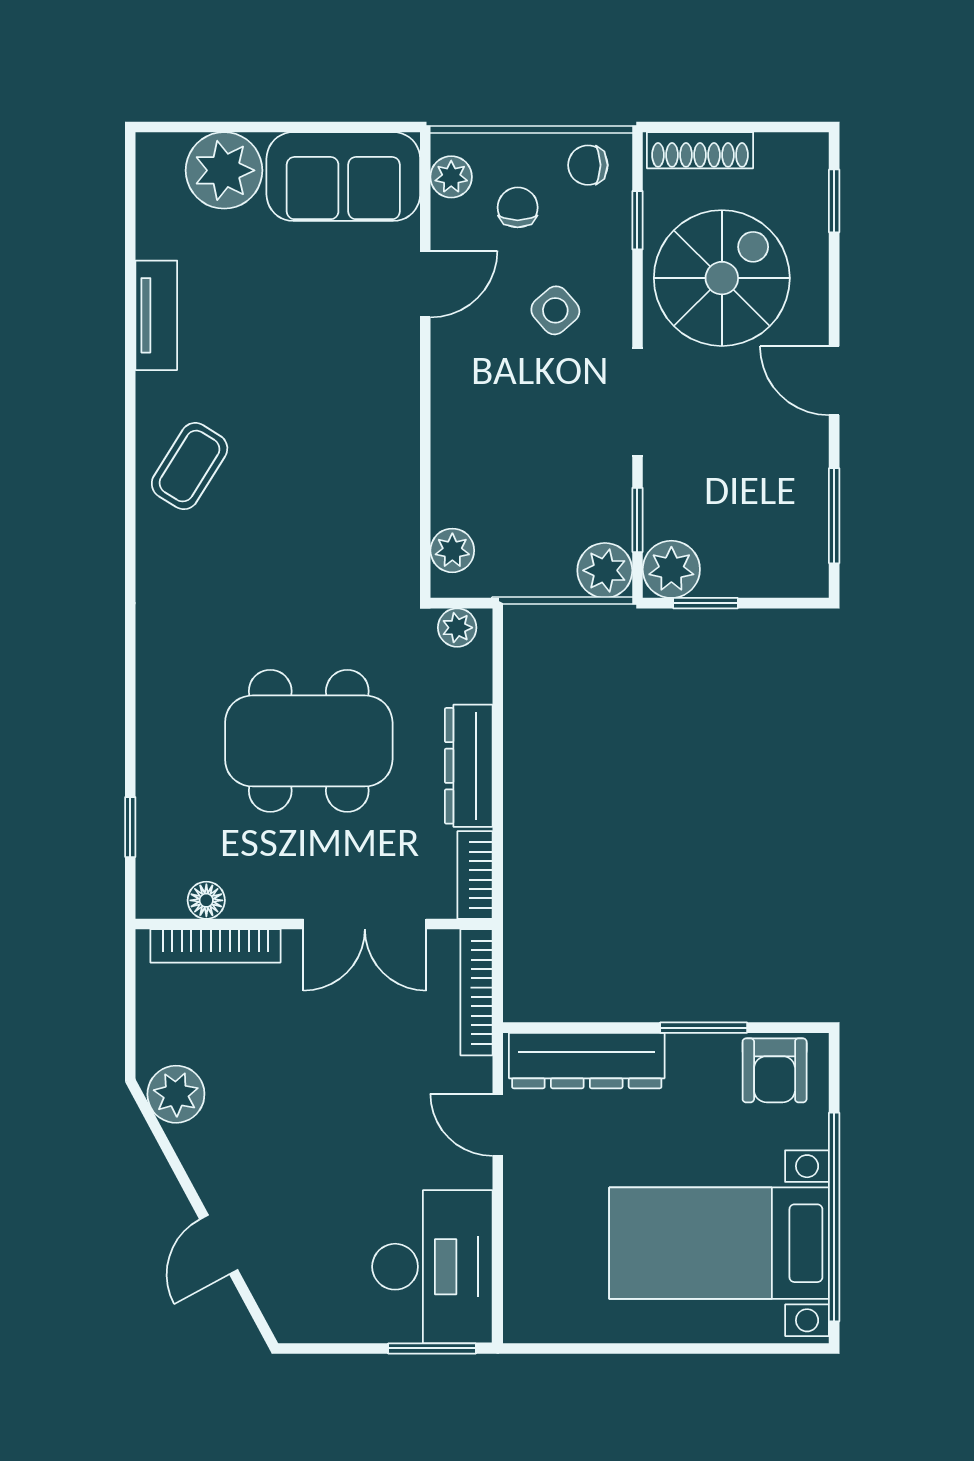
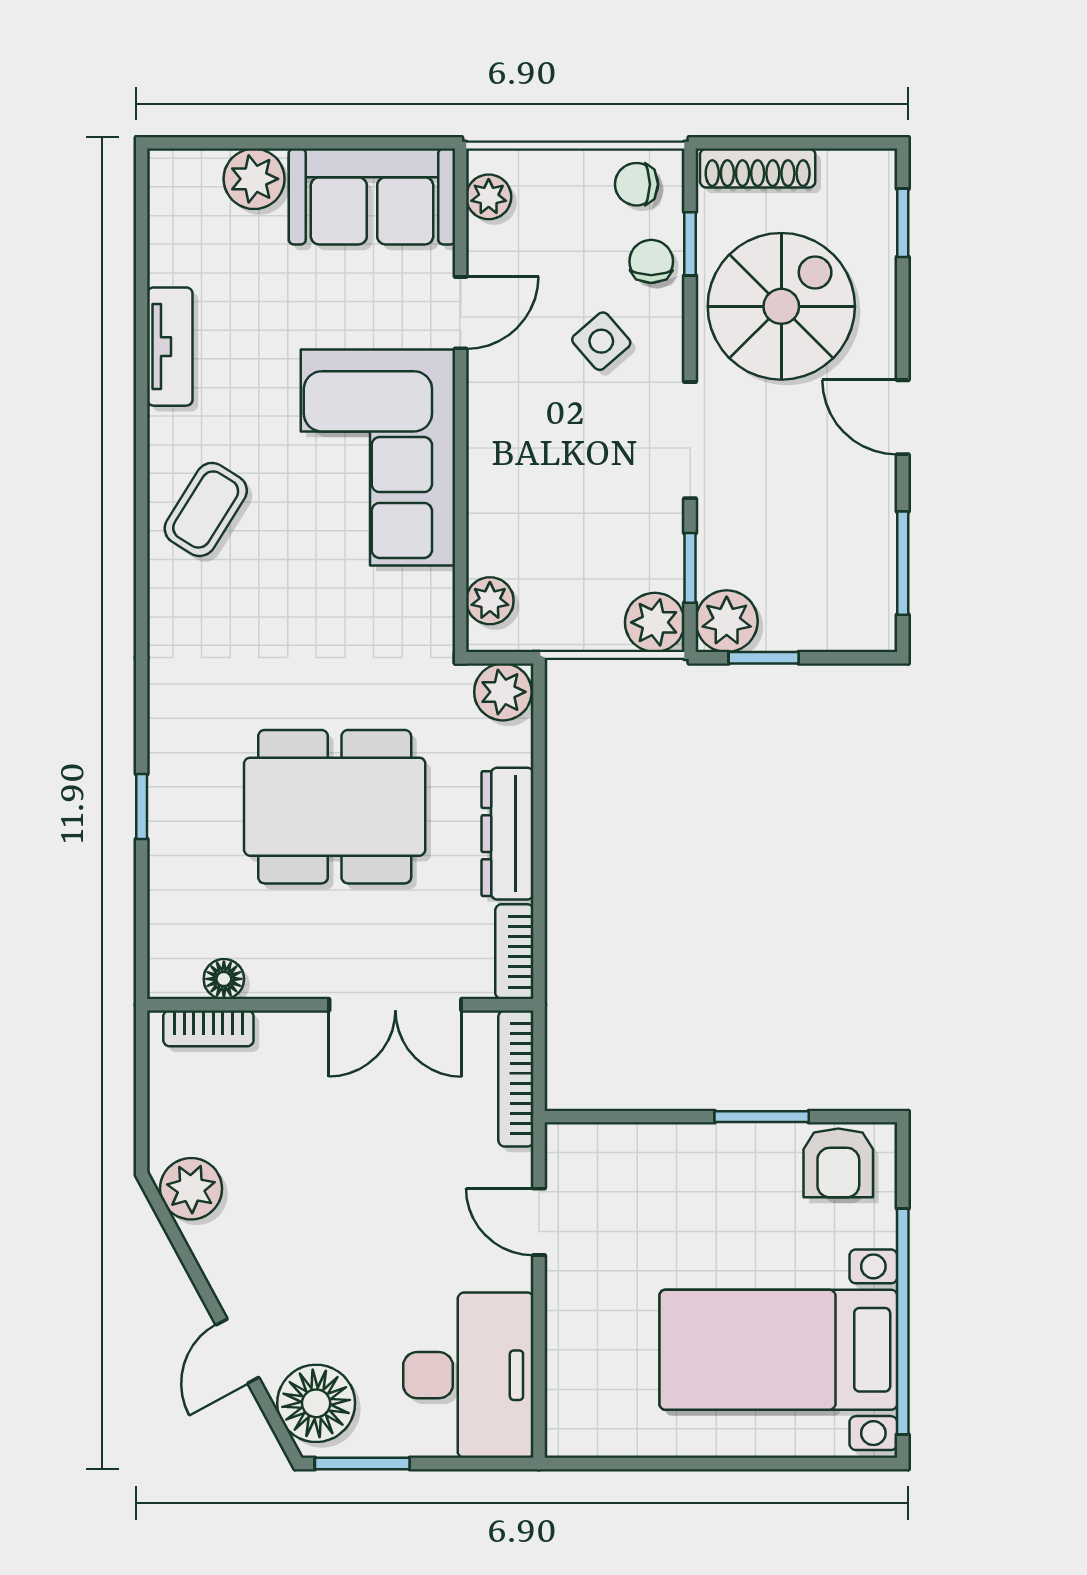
plant: (224, 170) -> (254, 179), width x0.73, depth x0.73
chair: (518, 207) -> (651, 261), moved
corner sofa: (349, 418) -> (378, 458), added
plant: (457, 628) -> (503, 692), width x1.38, depth x1.38
window: (130, 827) -> (142, 806), moved
bookcase: (215, 946) -> (208, 1028), width x0.64
dresser: (587, 1061) -> (635, 1152), removed
floor lamp: (292, 1293) -> (316, 1403), added
window: (432, 1348) -> (362, 1464), moved

